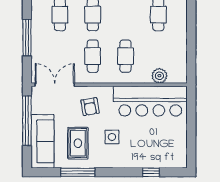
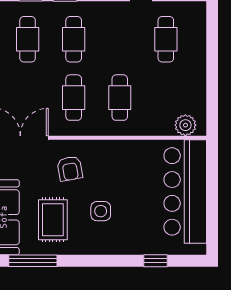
plant: (159, 76) -> (185, 125), moved
bar counter: (150, 101) -> (185, 191), moved, turned 90
window: (78, 172) -> (33, 261), moved

